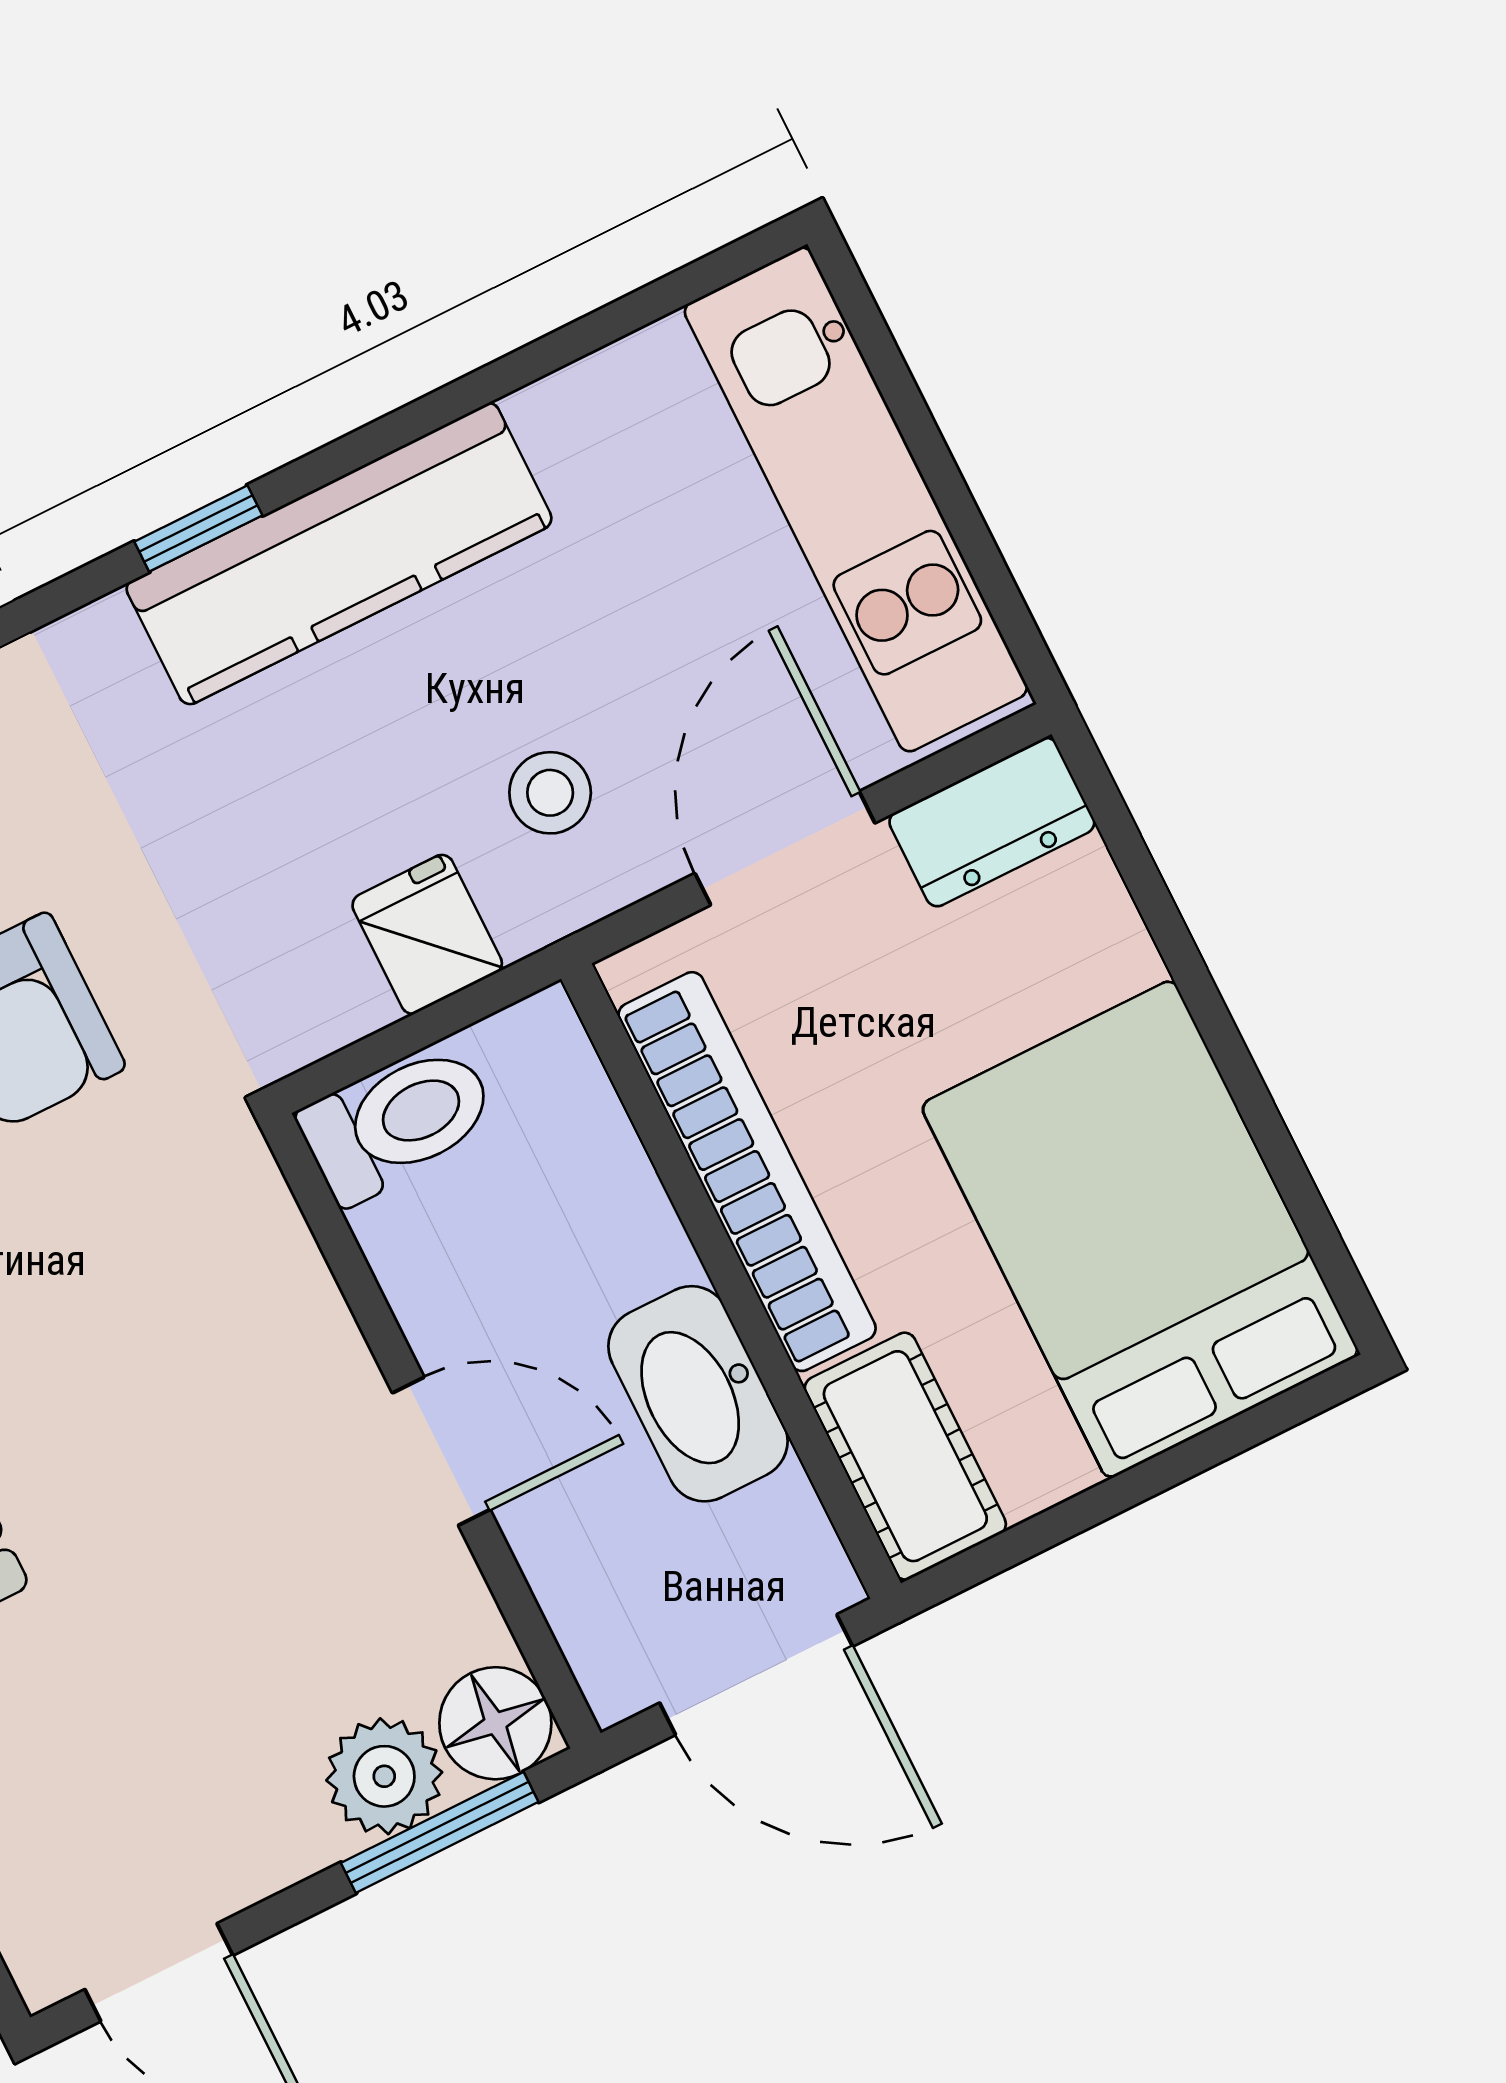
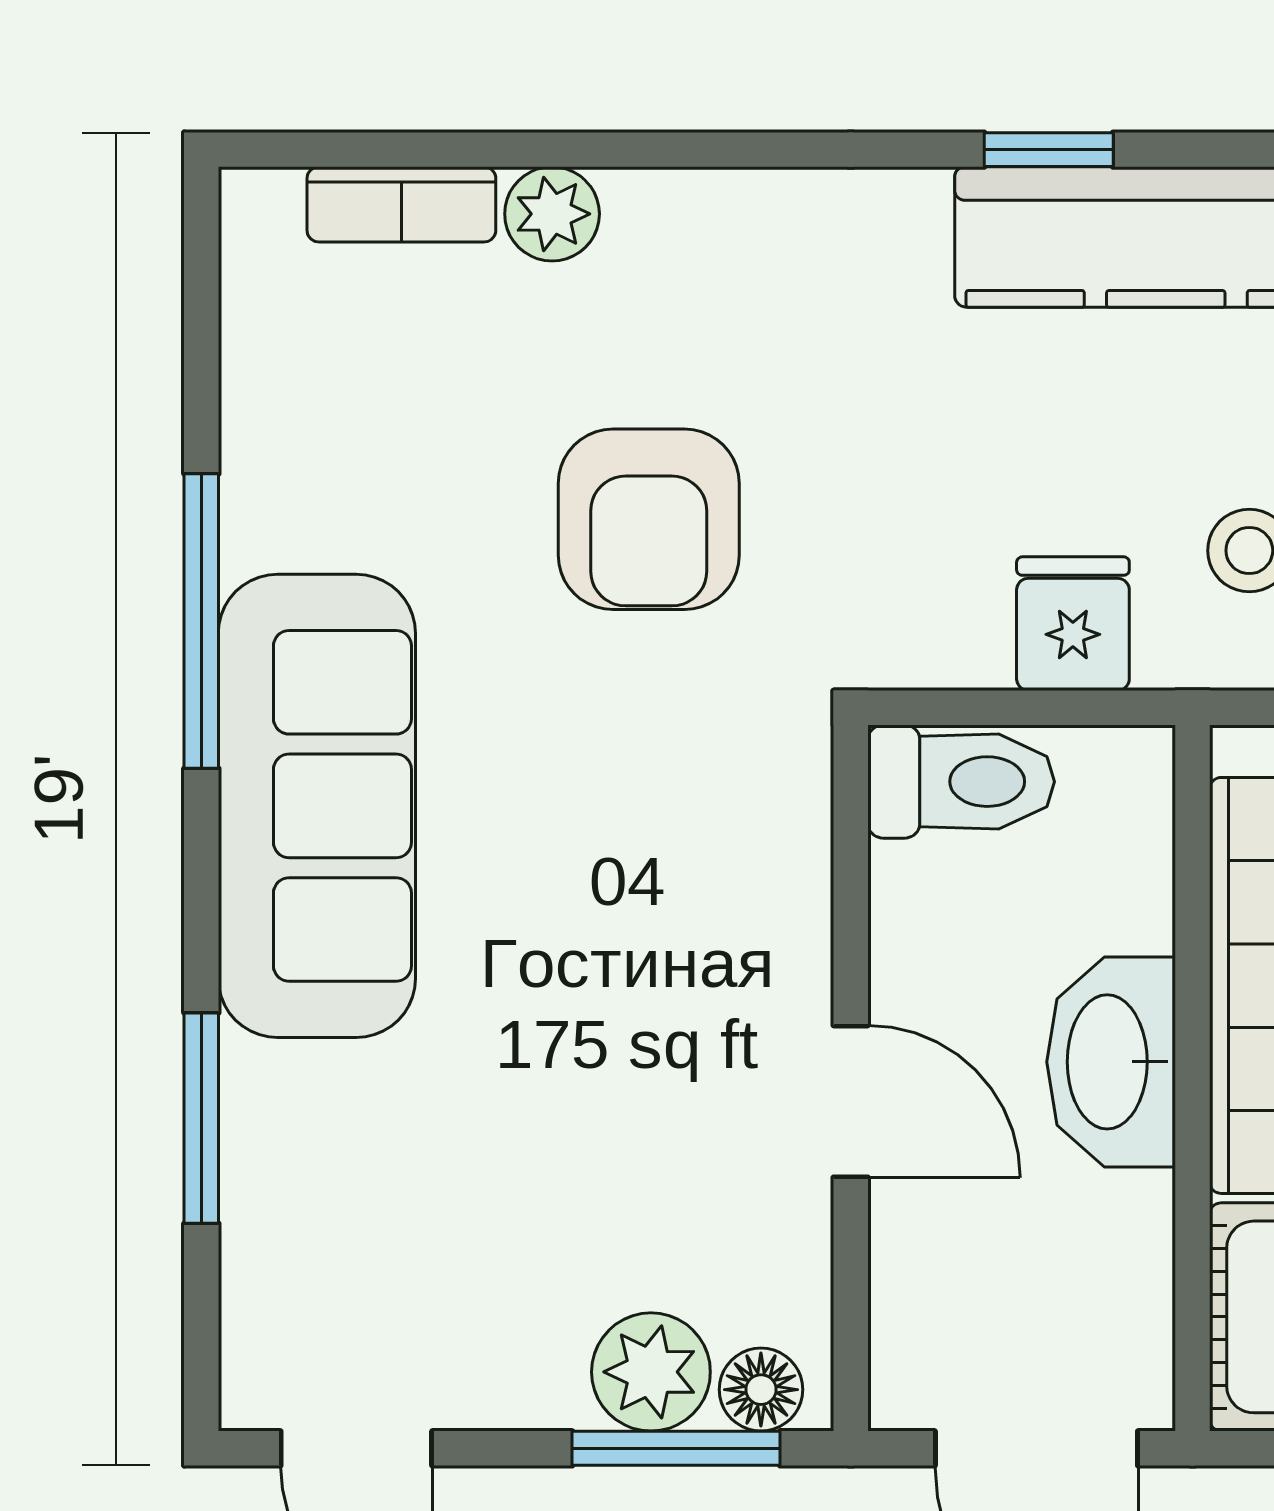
washbasin: (698, 1394) -> (1111, 1062), moved
floor lamp: (495, 1723) -> (761, 1390), width x0.73, depth x0.73

